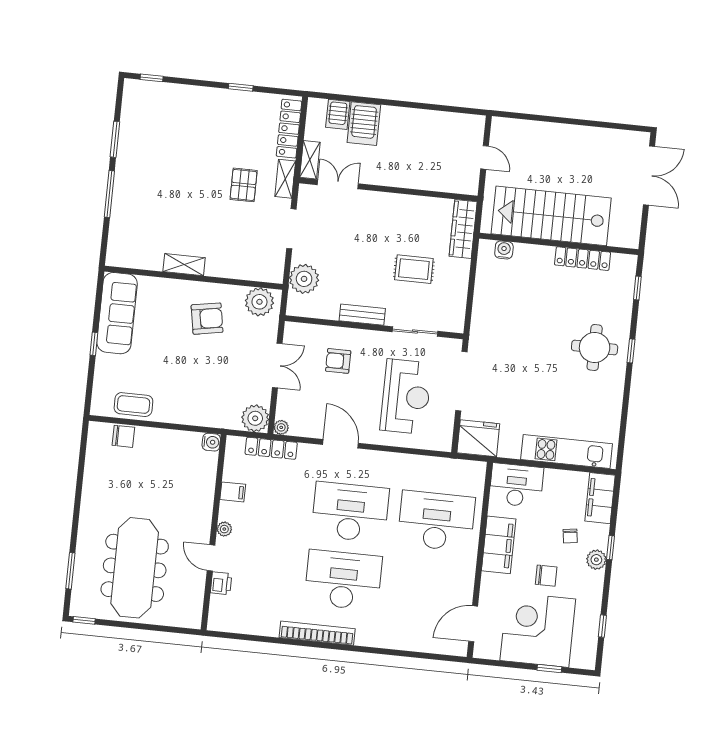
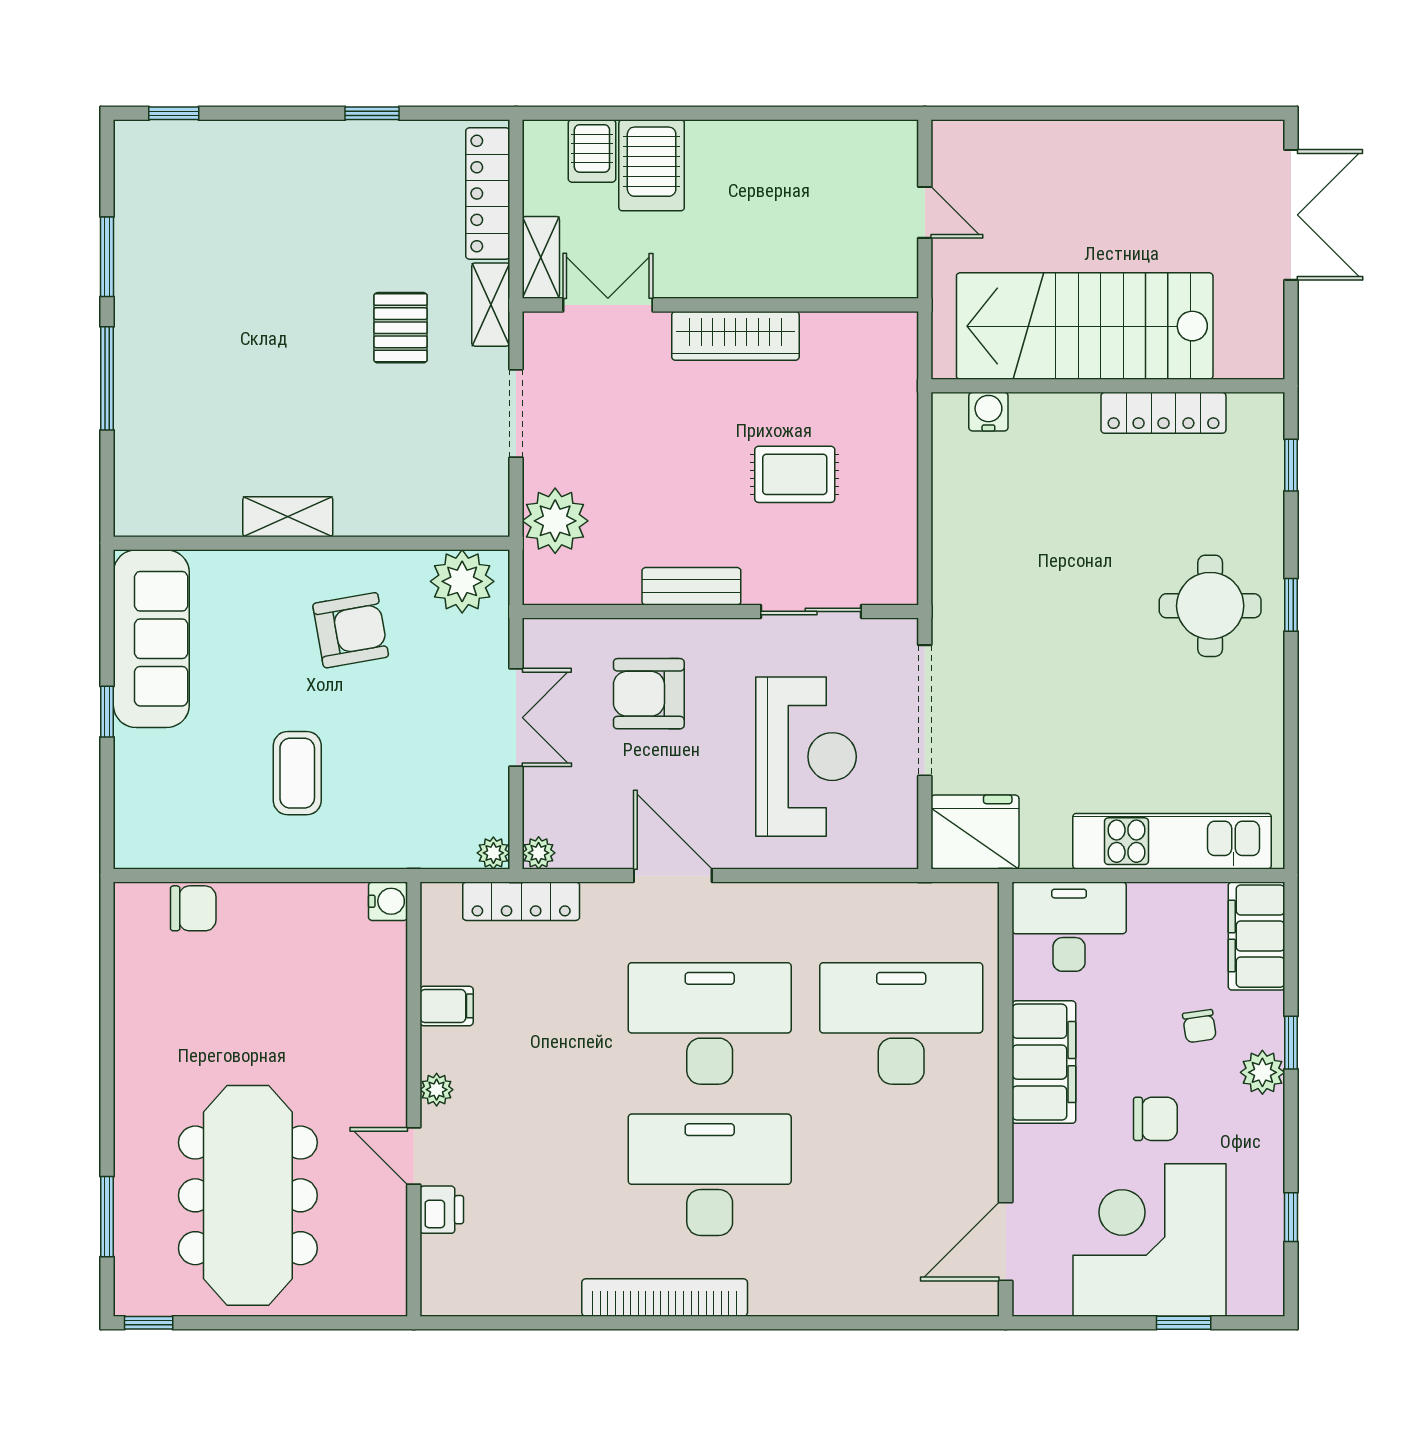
wardrobe: (463, 229) -> (735, 336), moved, turned -90
armchair: (338, 361) -> (649, 694), width x1.38, depth x1.38
coffee table: (133, 405) -> (297, 773), moved, turned 90
plant: (255, 418) -> (493, 853), width x0.53, depth x0.53

